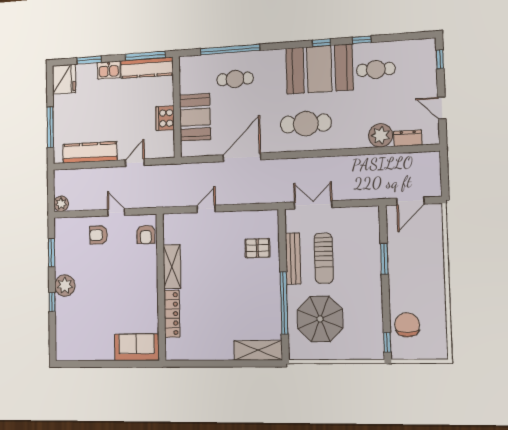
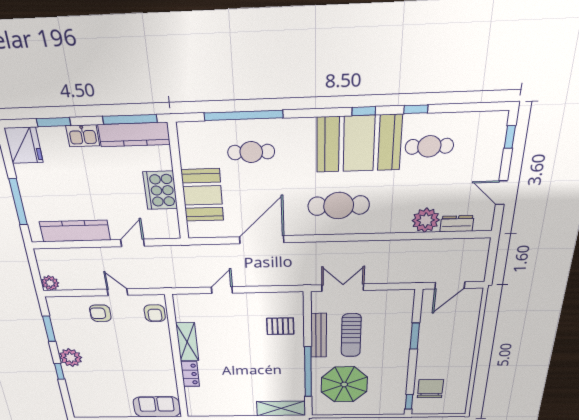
cooker: (165, 118) -> (160, 190), width x1.37, depth x1.31
locker: (172, 314) -> (190, 374), width x0.66

